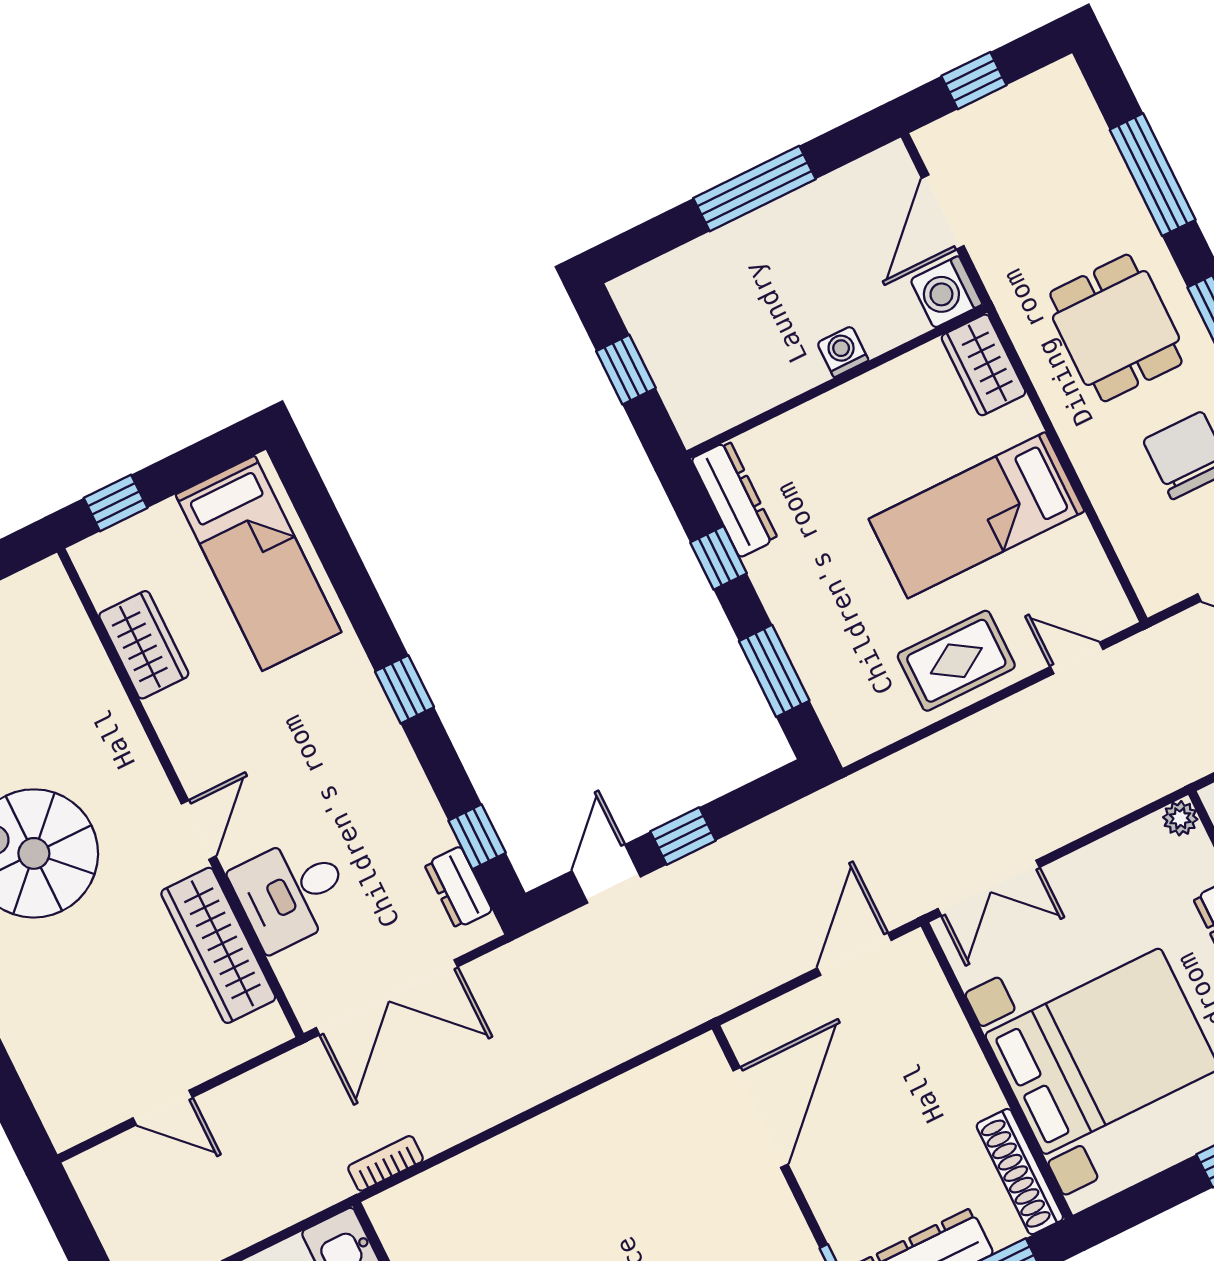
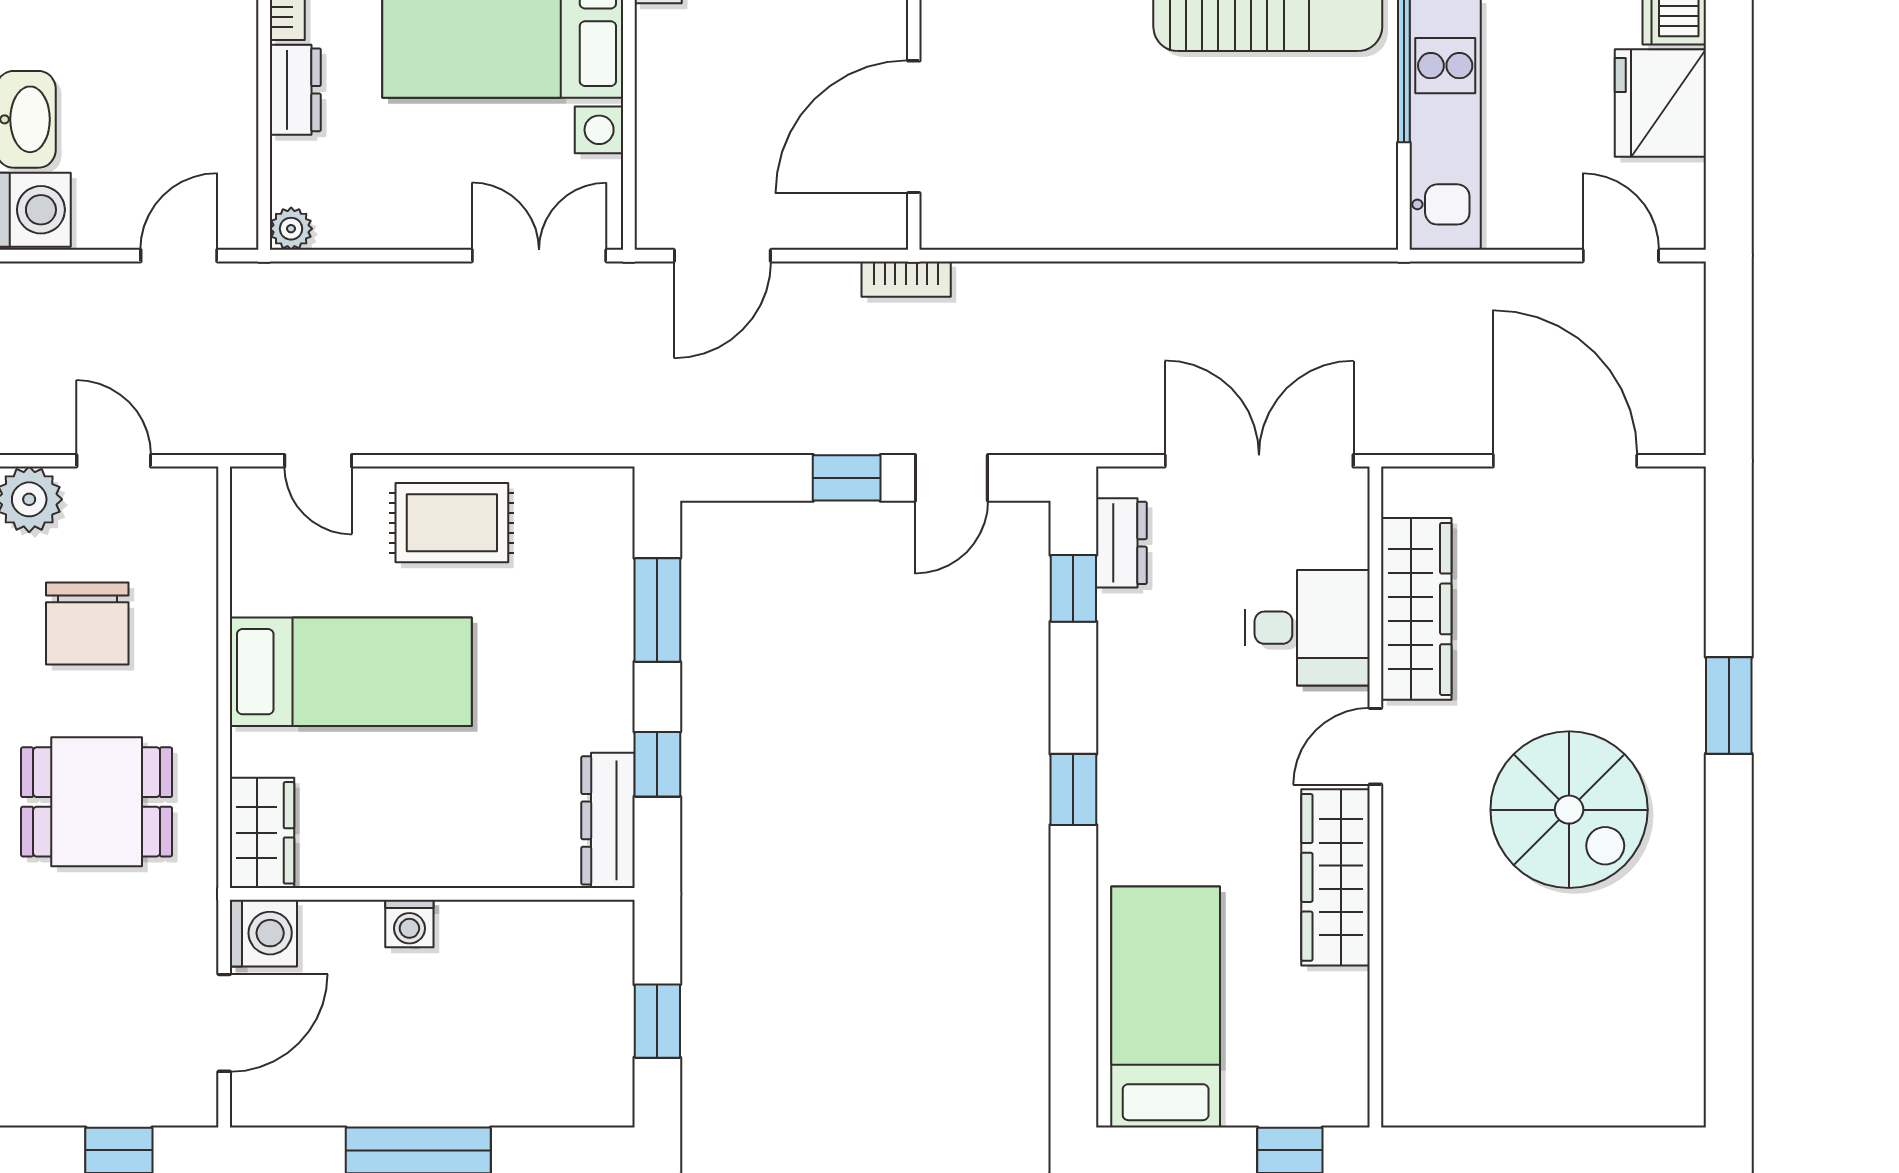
dining table: (1116, 328) -> (97, 802), turned 90
wardrobe: (144, 645) -> (1336, 877), moved, width x1.50
door: (163, 1108) -> (1565, 461), width x1.87
bookcase: (385, 1163) -> (906, 279), moved

